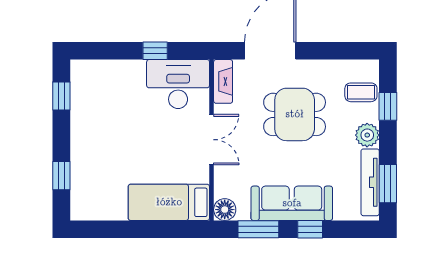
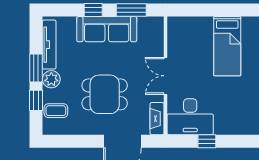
window: (388, 184) -> (36, 68), moved
bed: (169, 202) -> (227, 46), moved, turned 90
floor lamp: (225, 210) -> (156, 25), removed

